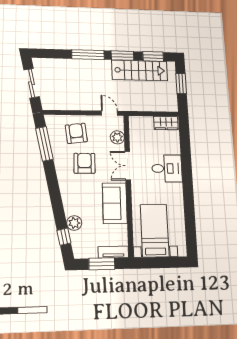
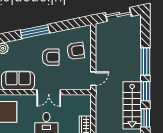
plant: (117, 137) -> (73, 84), removed
window: (44, 144) -> (35, 32), moved
double door: (128, 166) -> (49, 92), swing flipped

